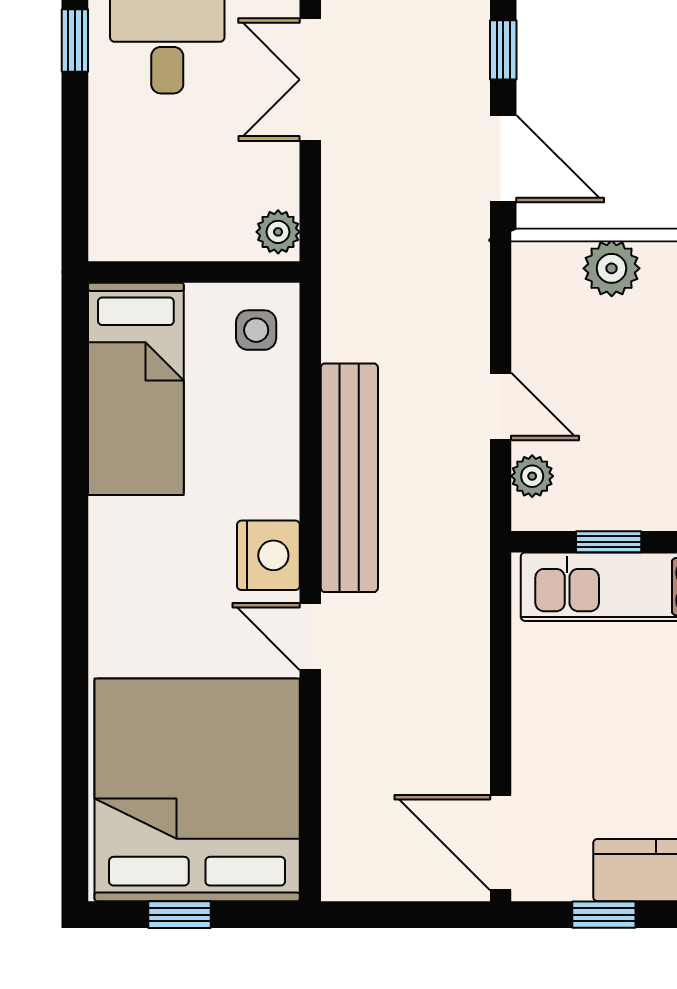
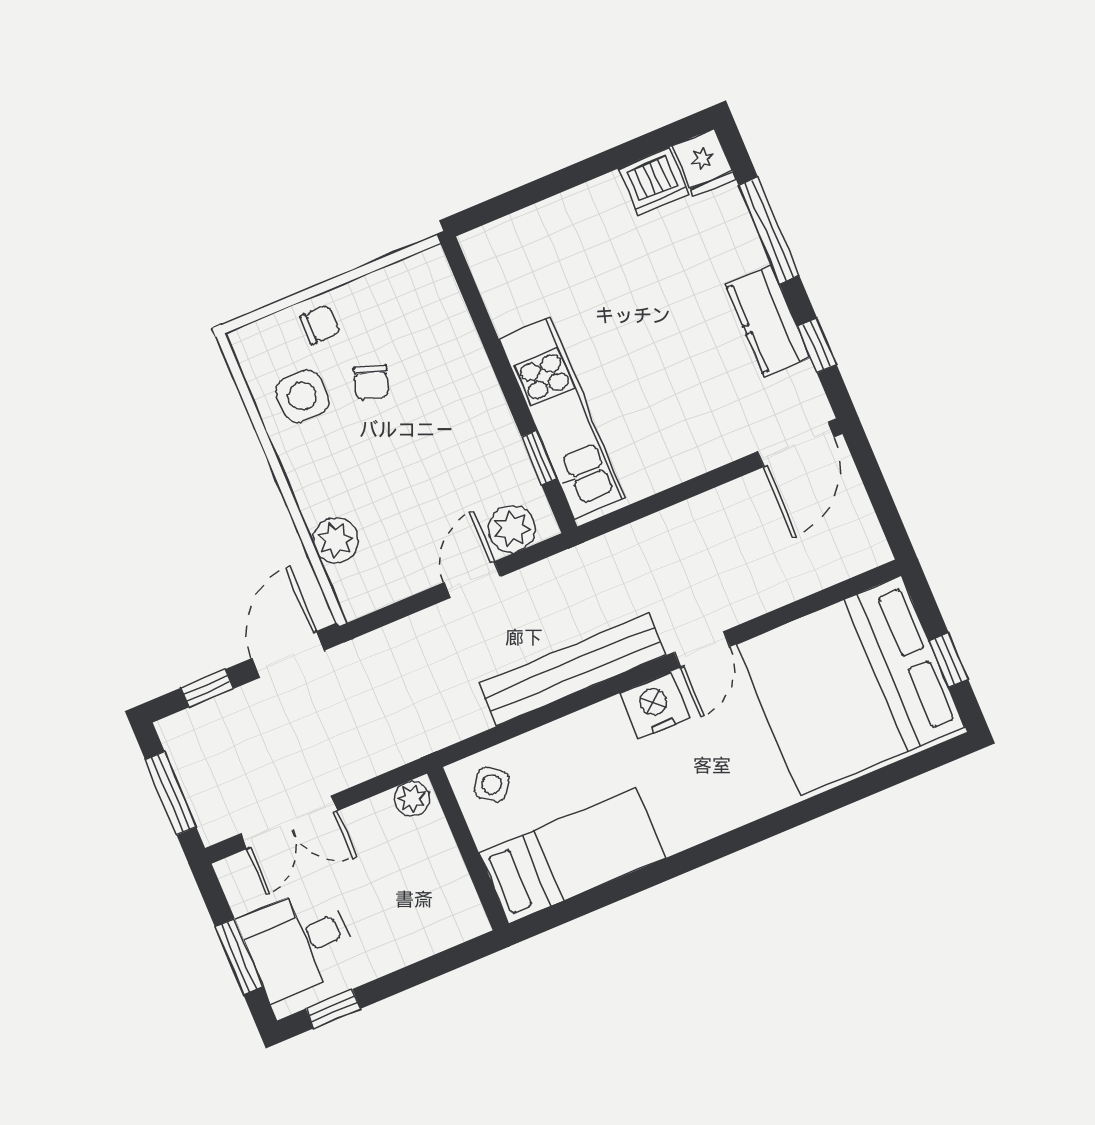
side table: (256, 330) -> (492, 785), turned 35
plant: (532, 476) -> (512, 529), width x1.38, depth x1.38

